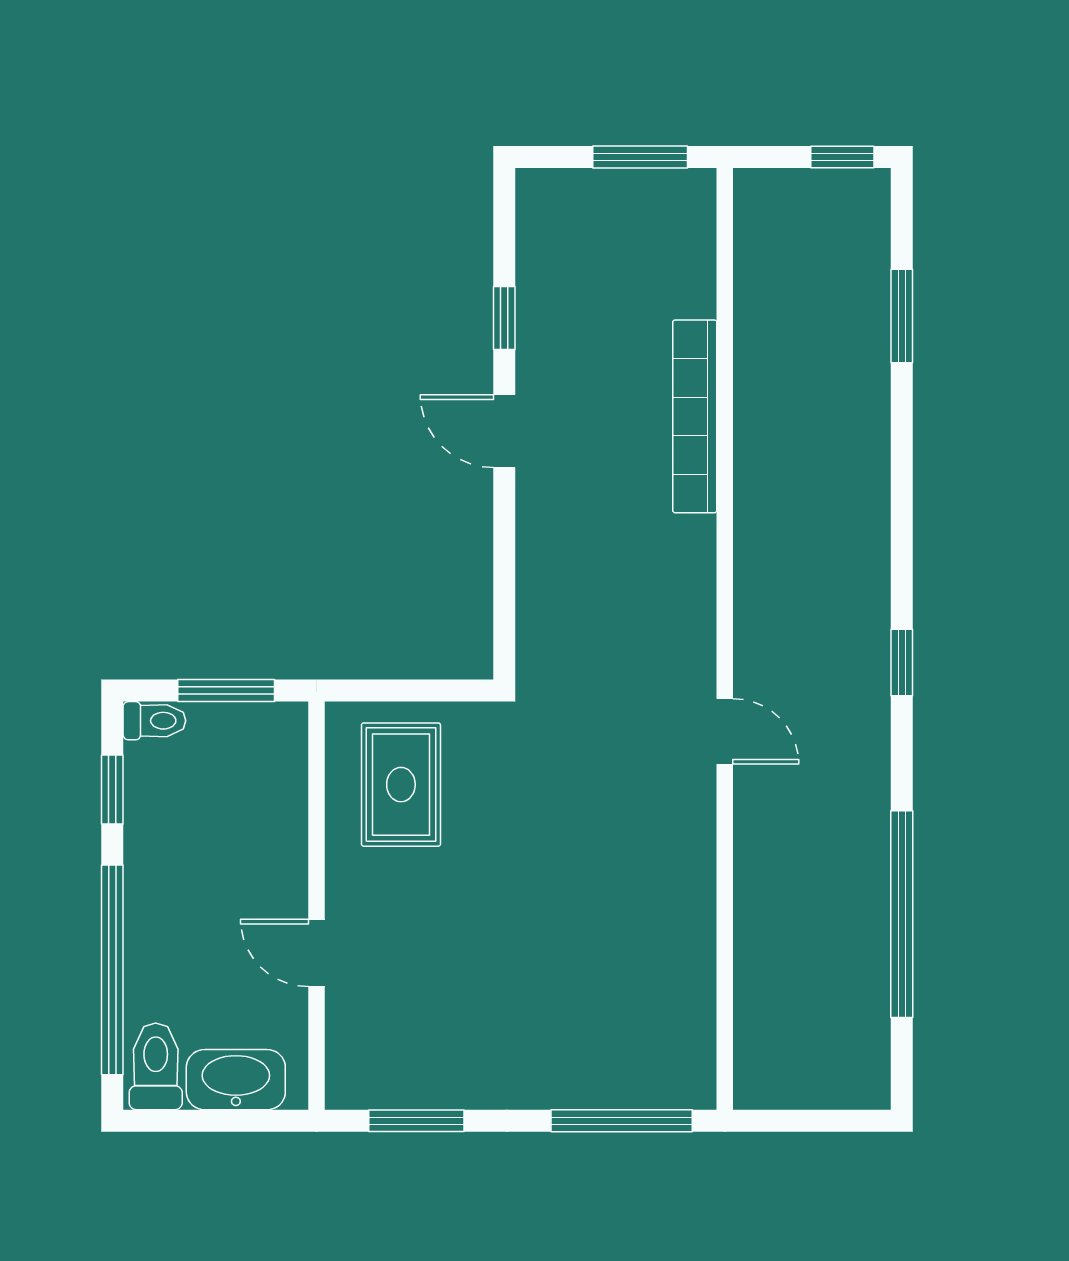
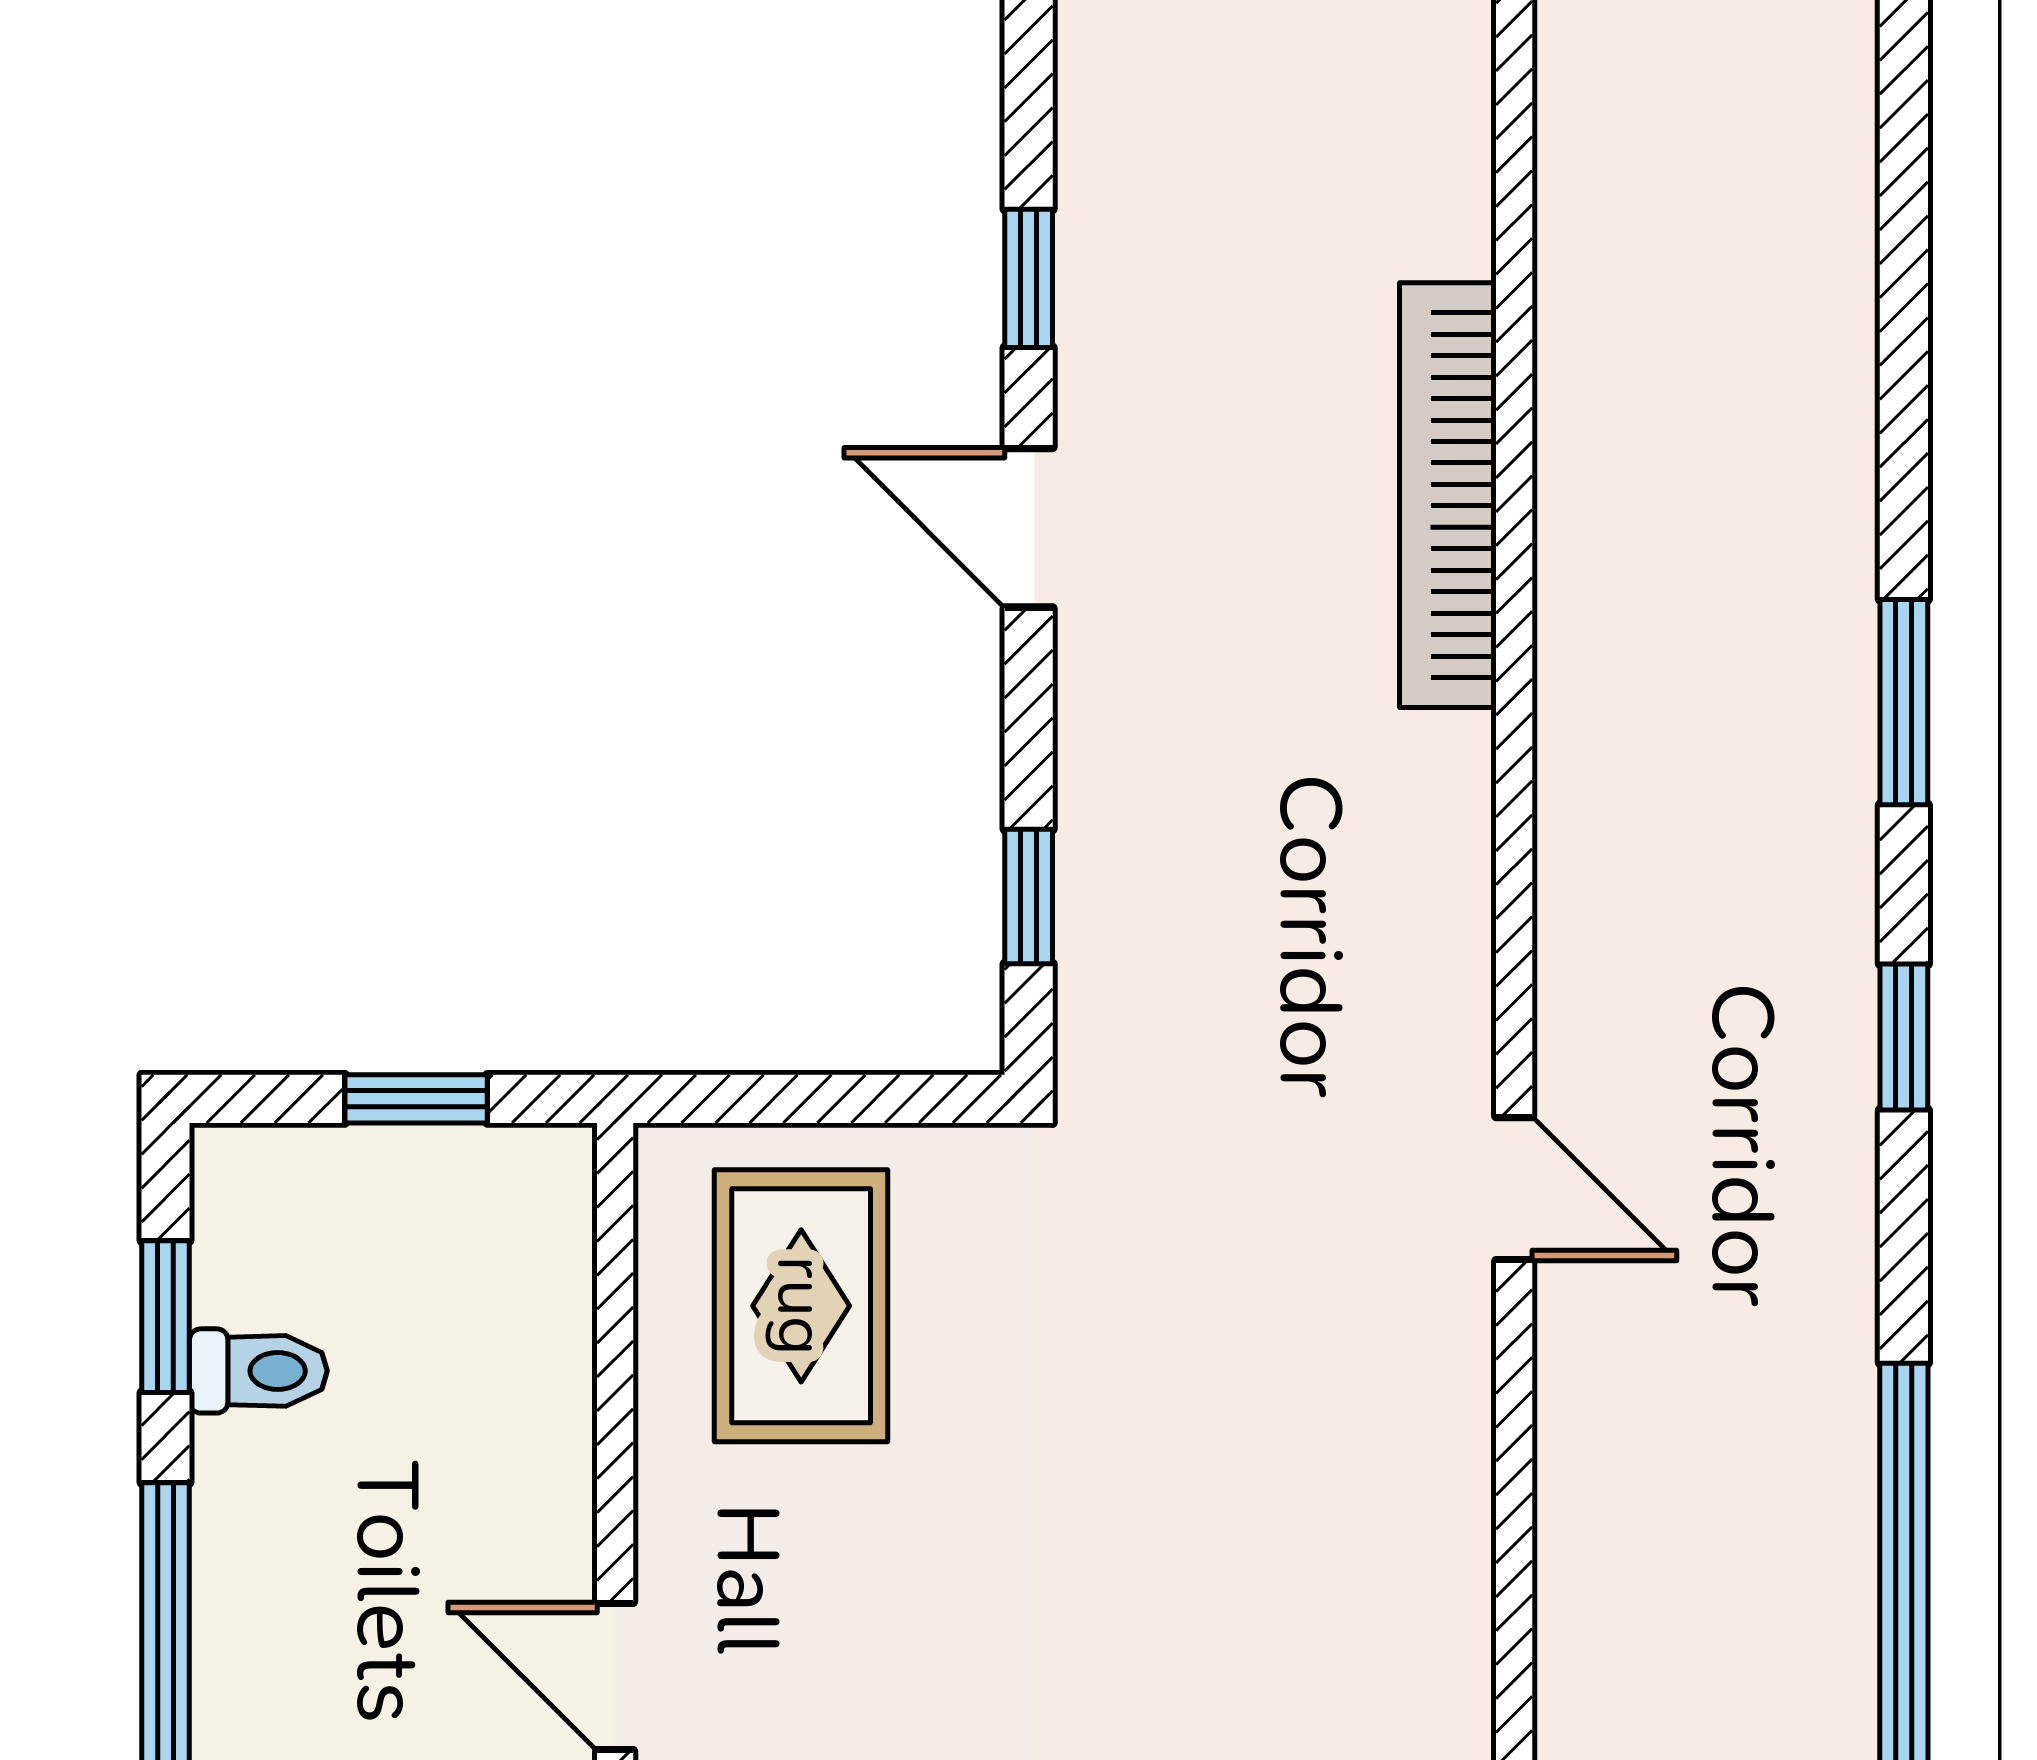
window: (902, 316) -> (1904, 702), moved
window: (504, 599) -> (1029, 896), added
window: (226, 691) -> (416, 1099), width x0.67
toilet: (154, 721) -> (258, 1371), moved

